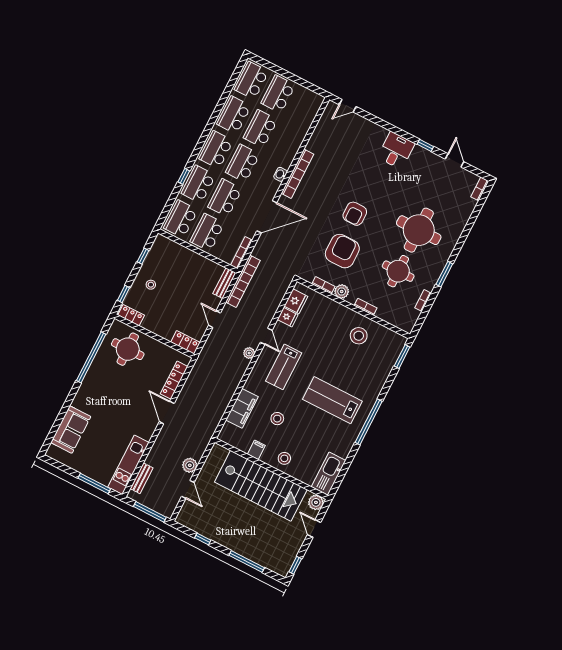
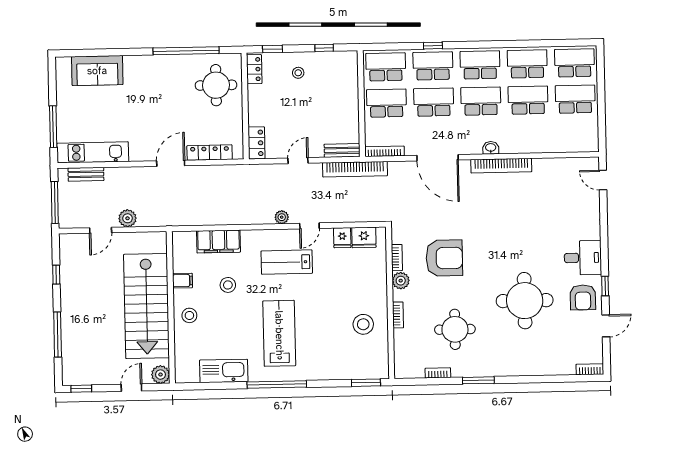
armchair: (355, 214) -> (583, 297), moved, turned -90
round table: (419, 230) -> (525, 301), moved
kitchen sink: (329, 474) -> (224, 371), moved

